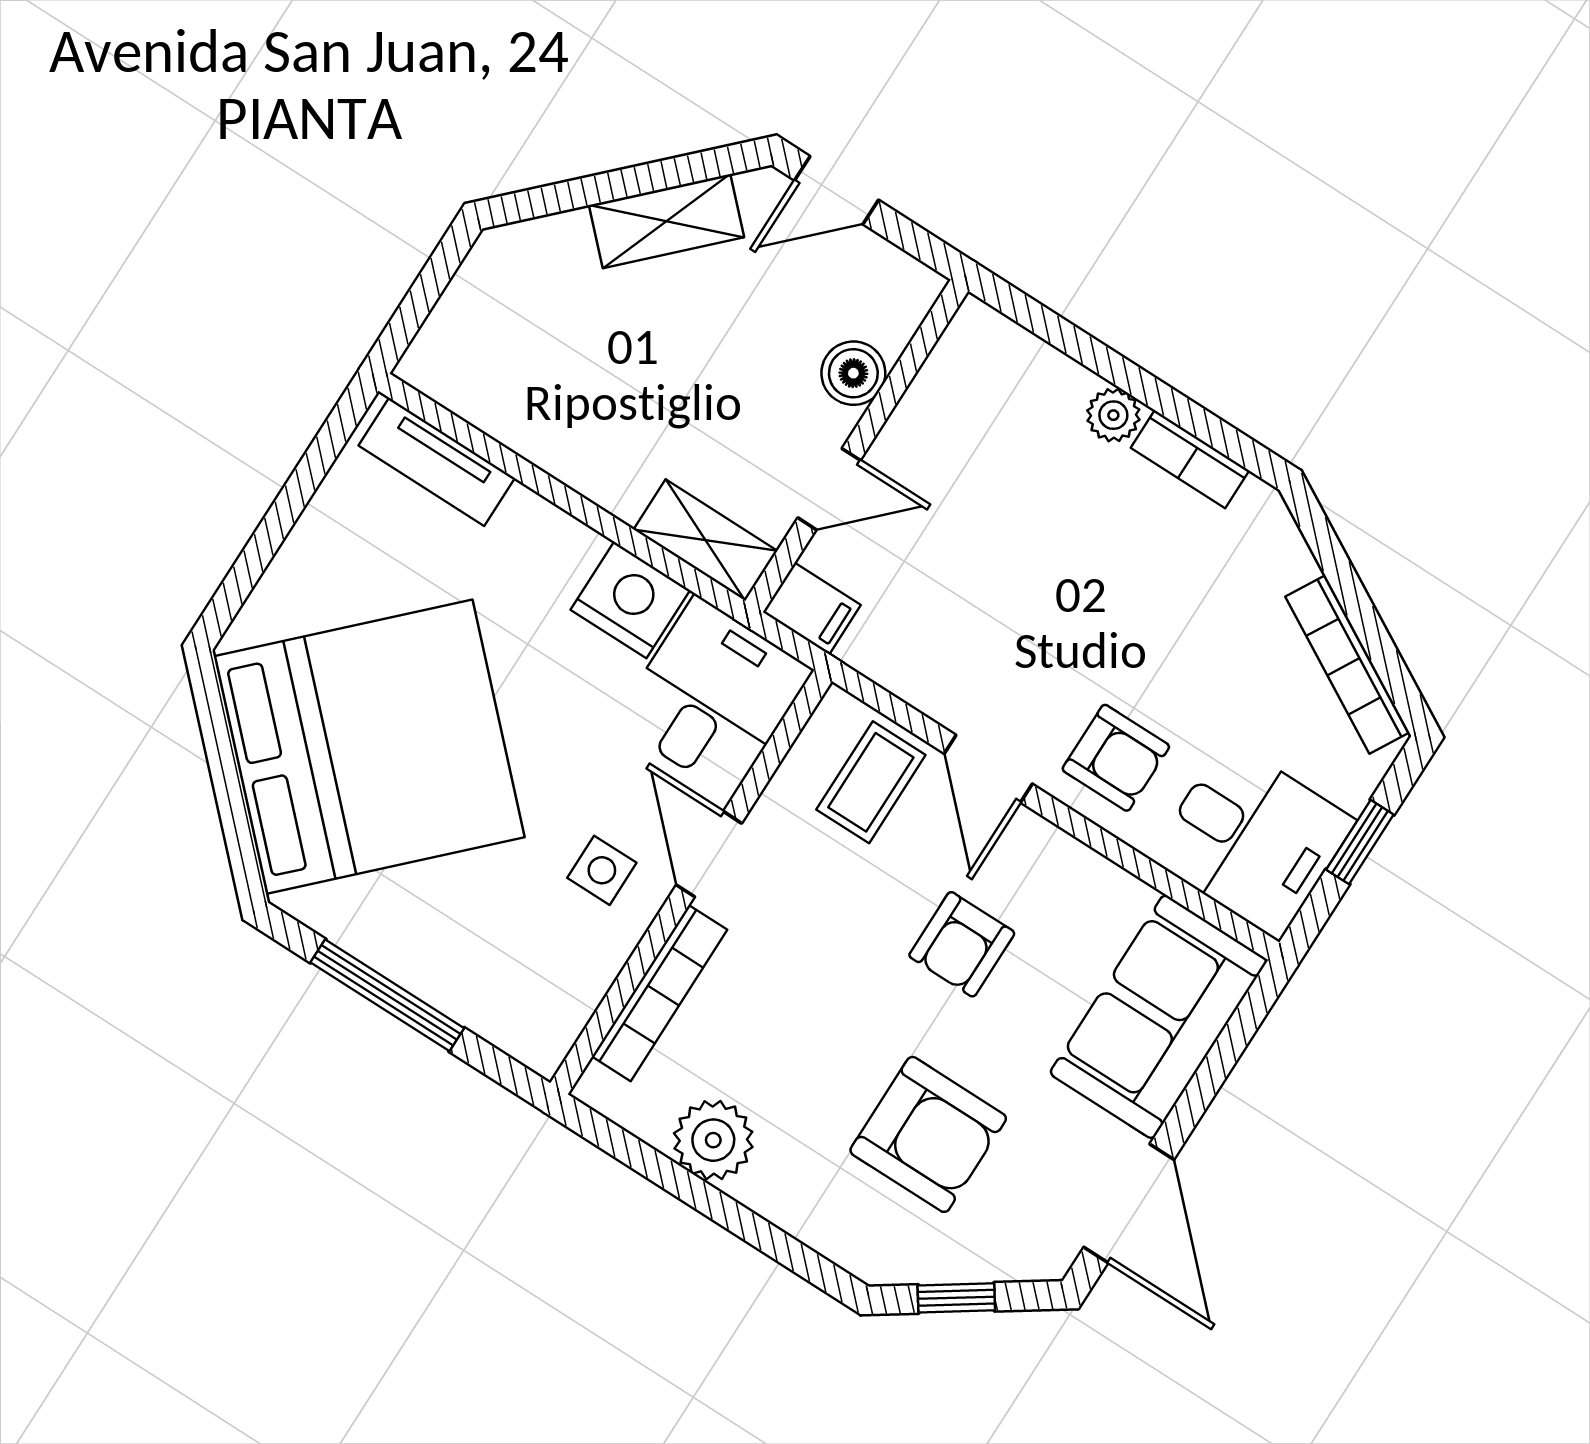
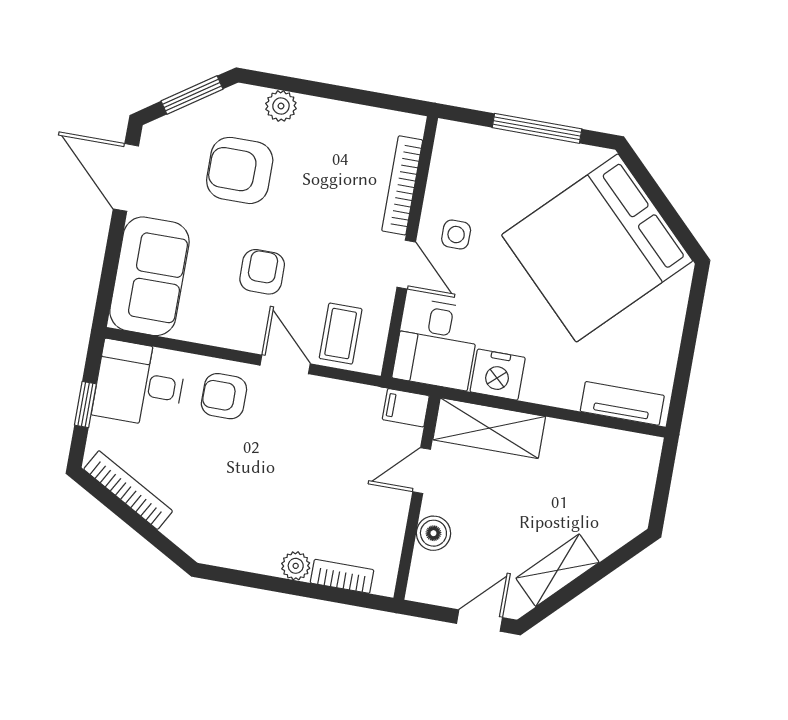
bookcase: (1190, 459) -> (342, 576), moved
shelving: (705, 540) -> (489, 428), width x1.50, depth x1.33
plant: (713, 1140) -> (281, 106), moved, width x0.73, depth x0.73
window: (956, 1298) -> (192, 95), width x1.50

